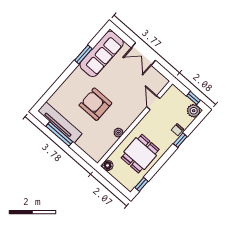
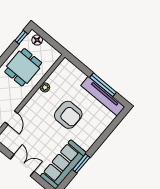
floor lamp: (108, 165) -> (37, 40), moved

